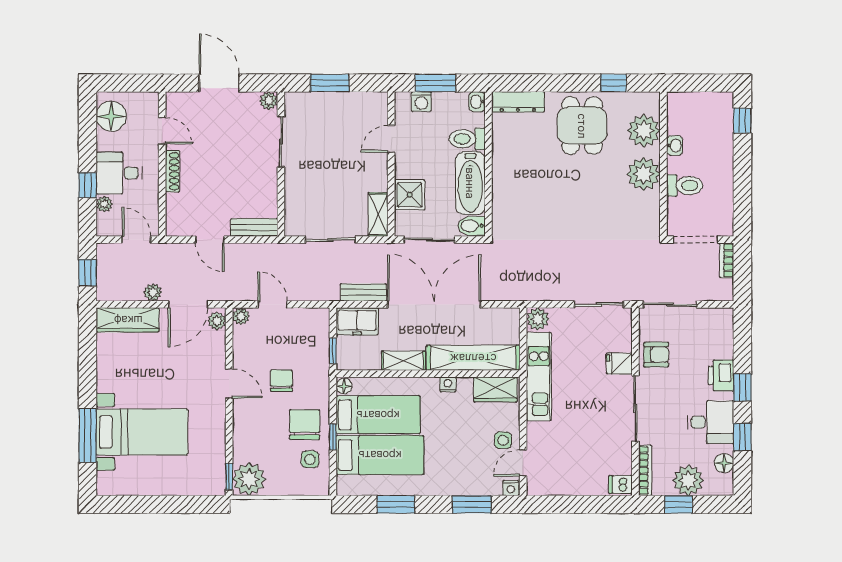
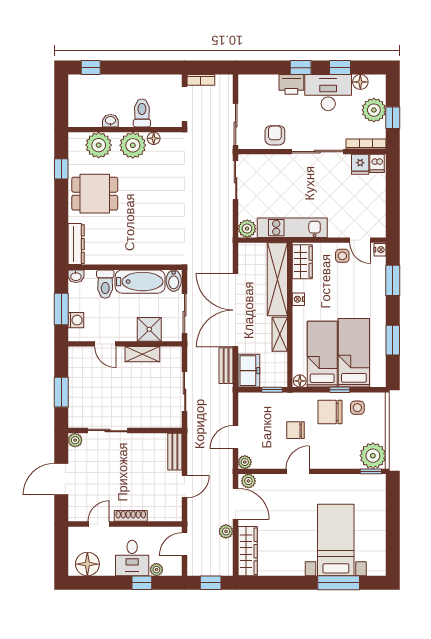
floor lamp: (652, 200) -> (154, 138), added
shelving: (378, 214) -> (142, 354), moved
fridge: (619, 364) -> (360, 164), moved
desk: (711, 422) -> (328, 93), width x1.37

